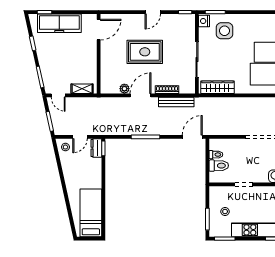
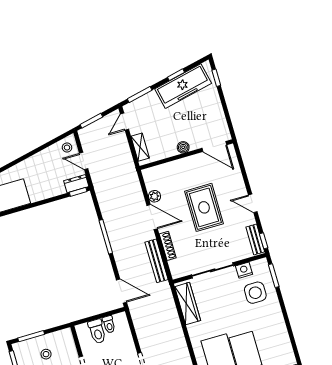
bench: (182, 18) -> (255, 239), added
nightstand: (204, 21) -> (244, 270), moved
freezer: (59, 23) -> (183, 86), moved, turned -102
boiler: (92, 55) -> (183, 147), added

